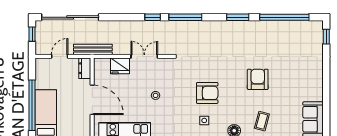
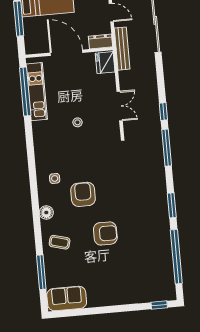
fridge: (120, 66) -> (105, 63), moved
armchair: (207, 93) -> (83, 194), moved, turned 180
door: (92, 100) -> (66, 53), swing flipped

